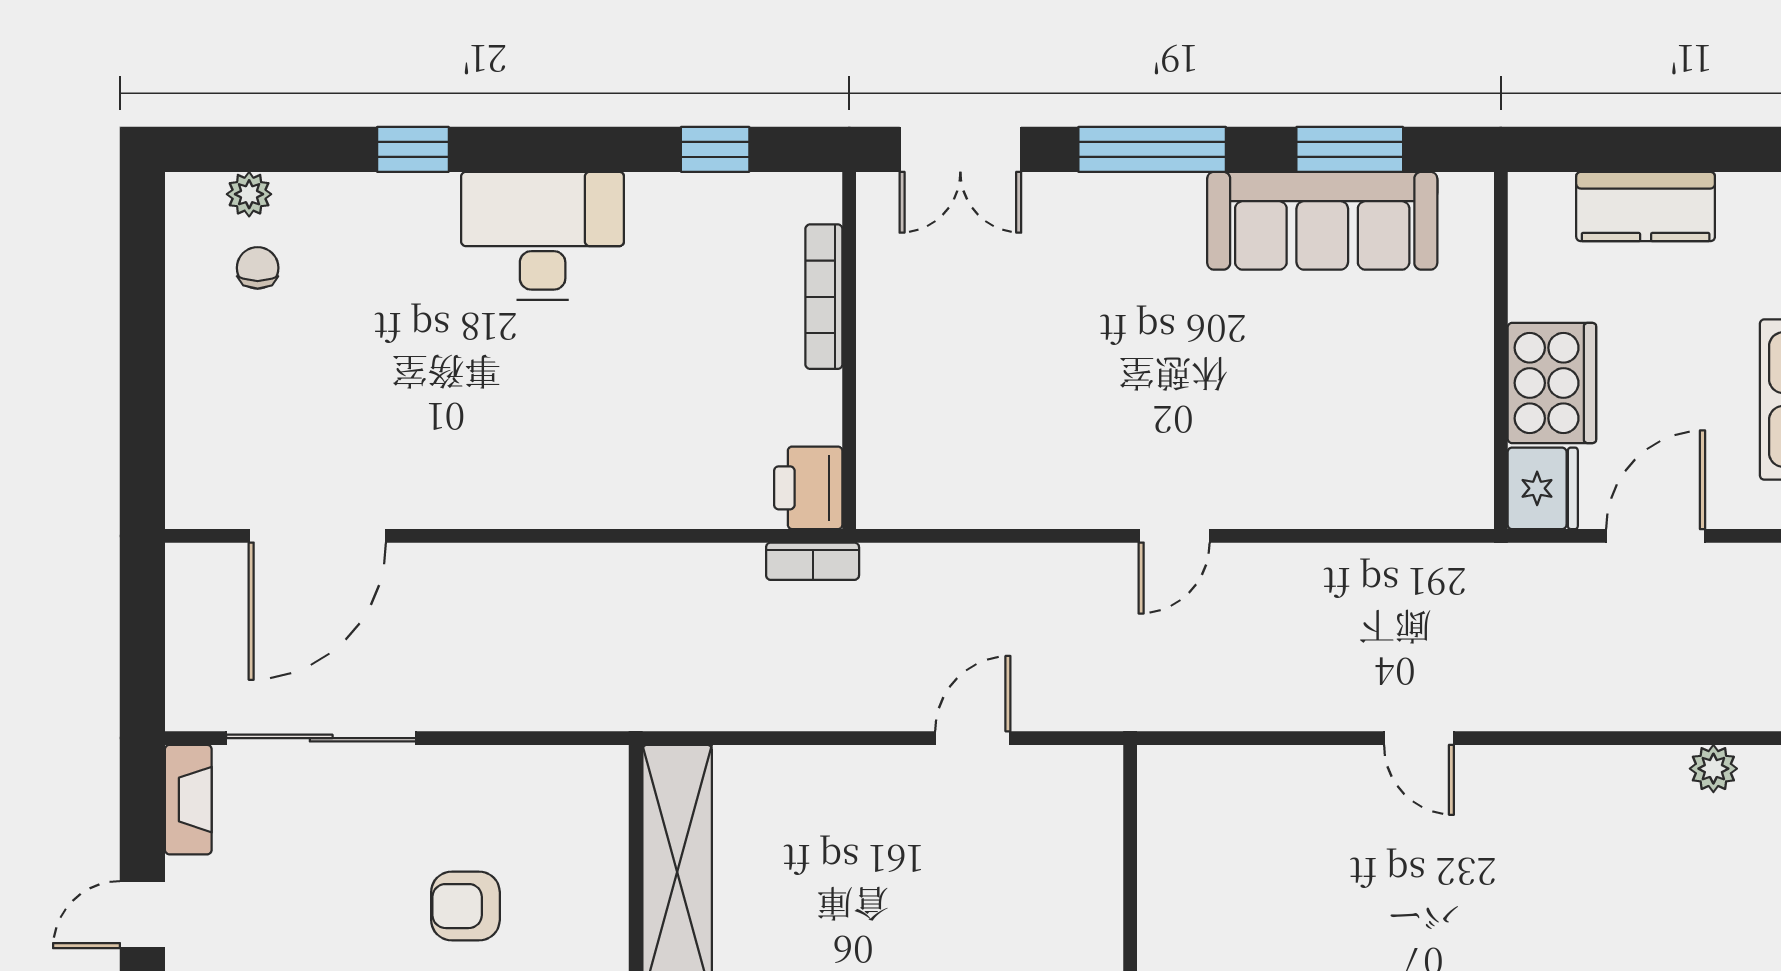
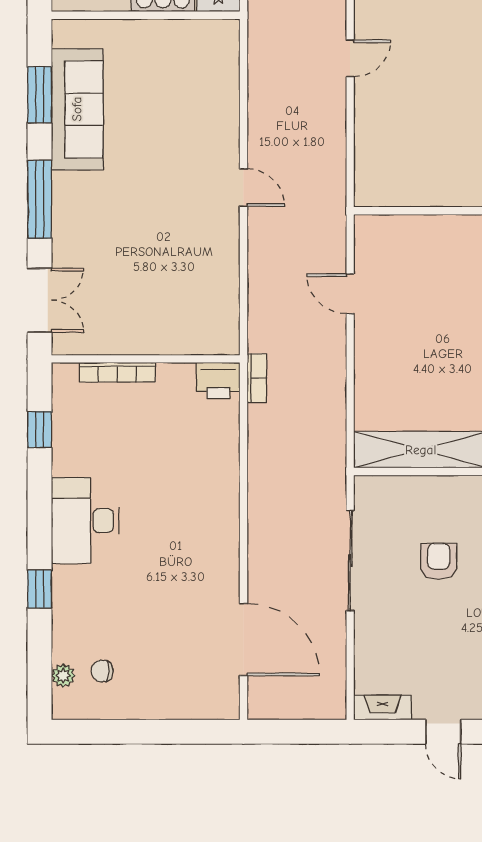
sliding door: (321, 738) -> (350, 561), moved
armchair: (465, 906) -> (439, 561), turned 180

